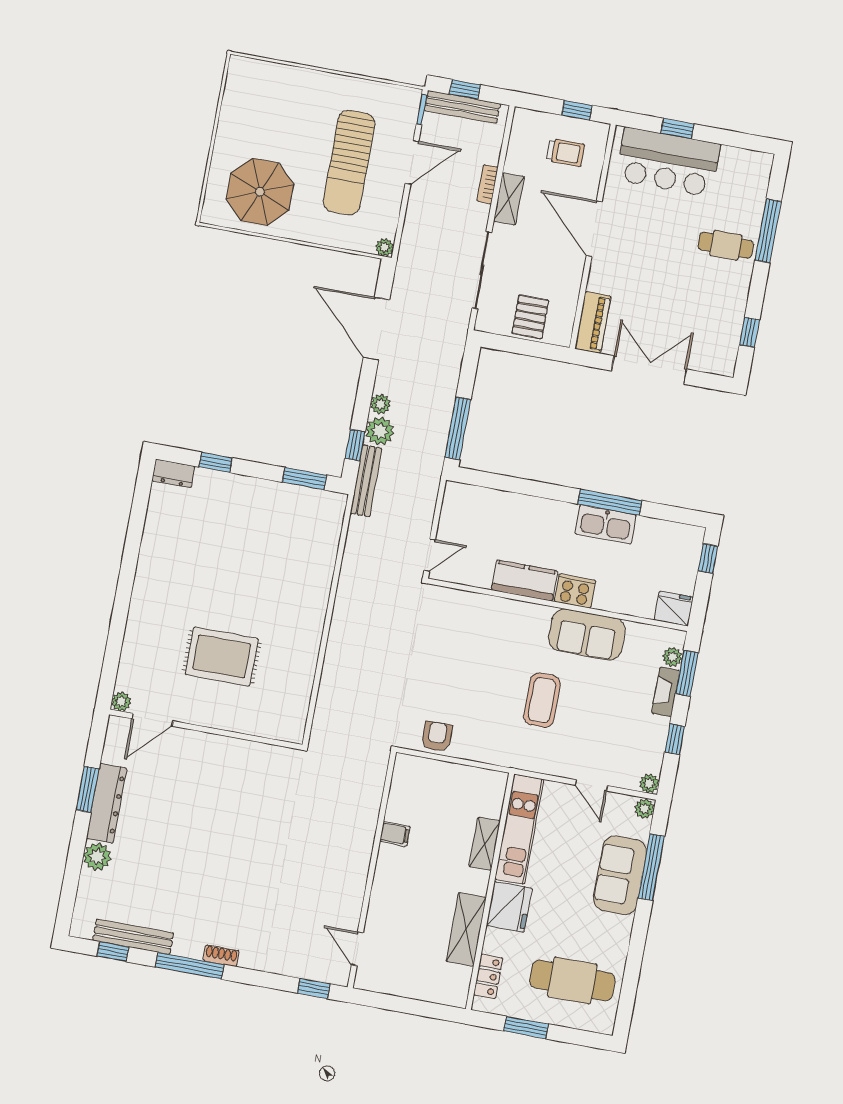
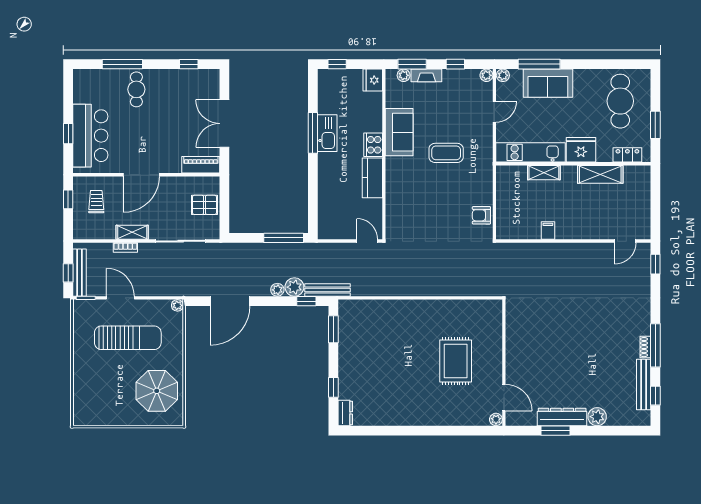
shoe rack: (221, 956) -> (645, 347), moved

